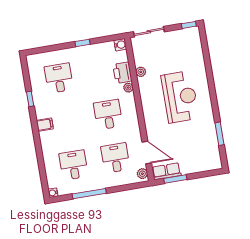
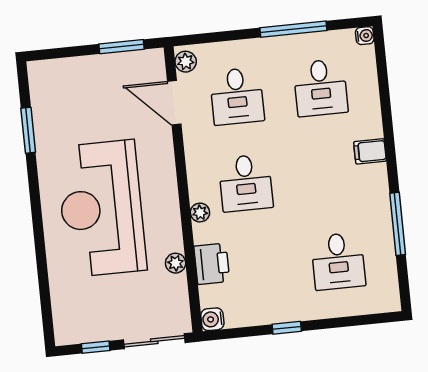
window: (189, 25) -> (96, 347), moved
plant: (128, 88) -> (200, 213), moved
reception desk: (180, 97) -> (101, 208), width x1.36, depth x1.30
window: (30, 99) -> (398, 224), width x2.17
filing cabinet: (45, 125) -> (370, 151), moved
row of seats: (166, 171) -> (138, 63), removed

